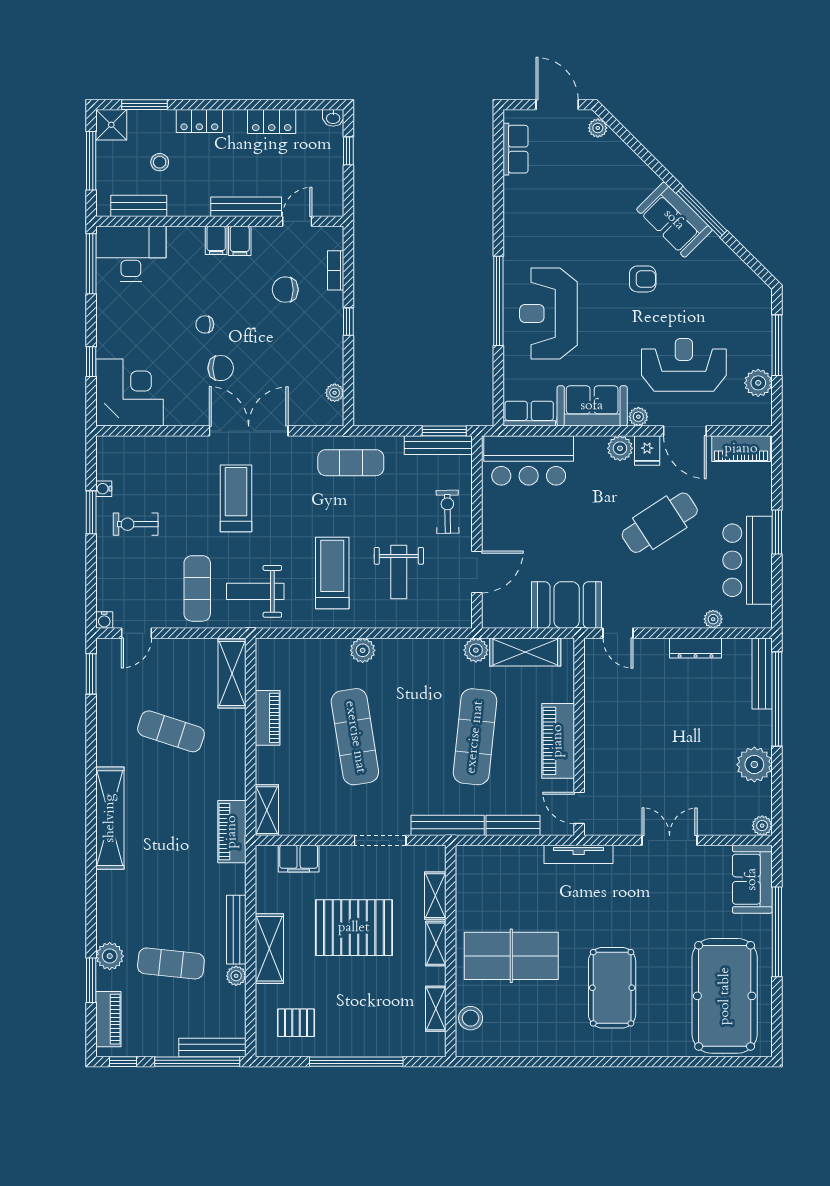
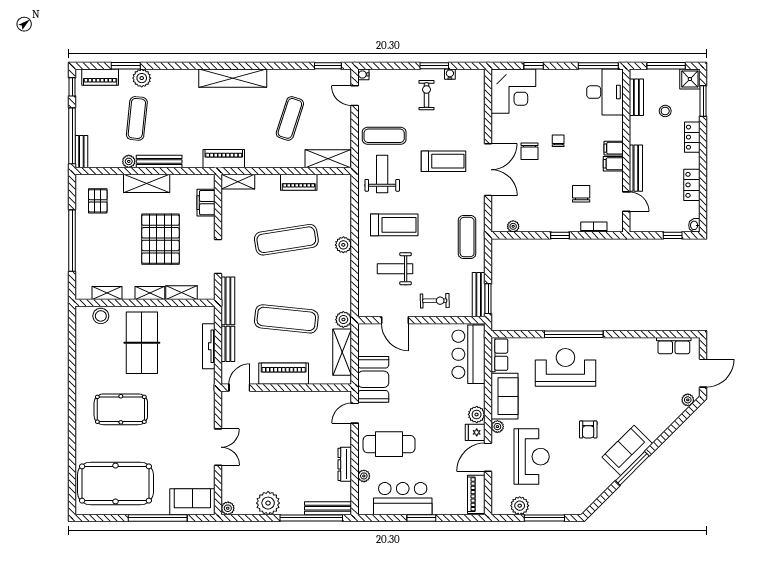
cafe table: (660, 523) -> (389, 444), moved, turned -57
tv unit: (579, 854) -> (209, 346), moved
bench: (212, 1048) -> (81, 152), width x0.73

